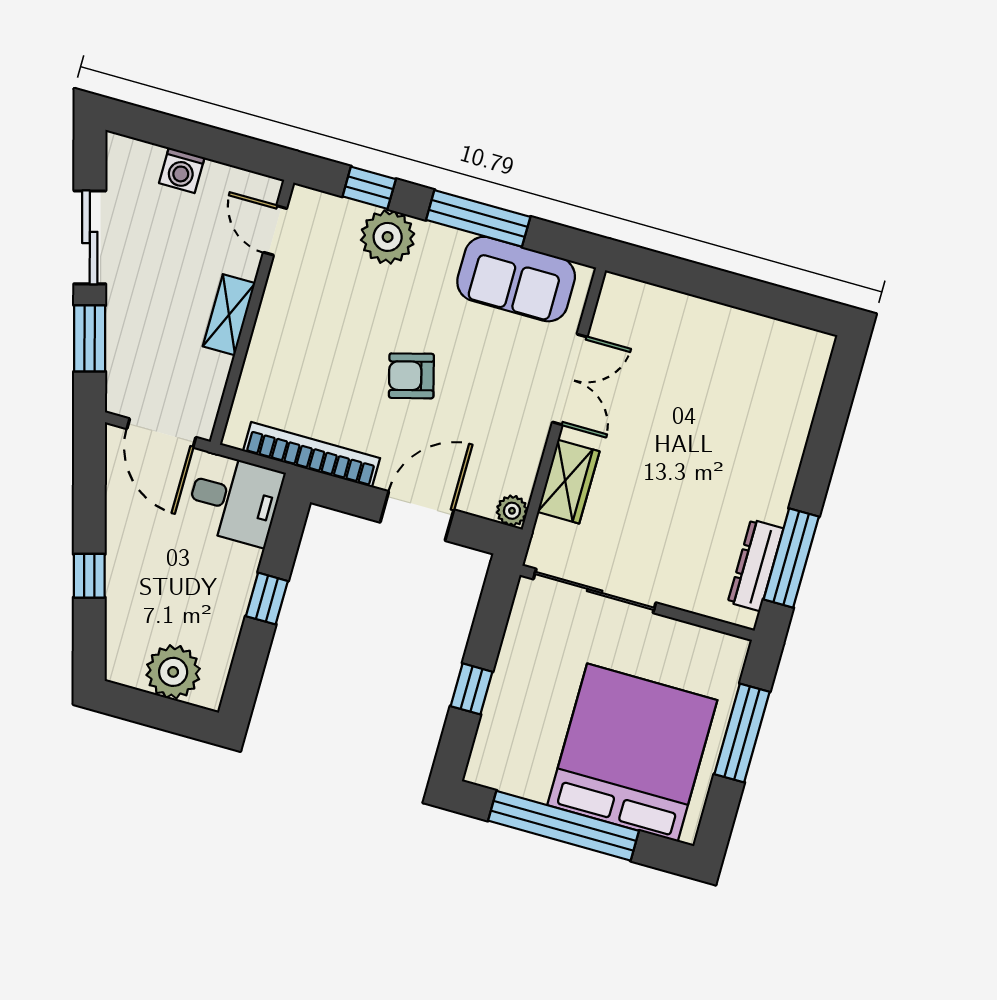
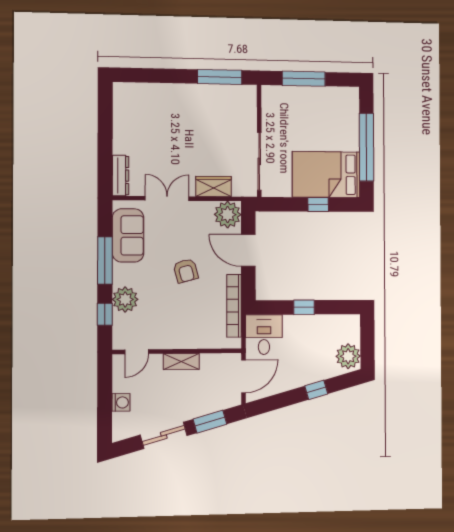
plant: (512, 511) -> (228, 215), width x1.87, depth x1.87
dresser: (756, 565) -> (121, 175), moved, turned -90
plant: (173, 672) -> (348, 356), moved
bed: (632, 753) -> (326, 175), moved, width x0.73

